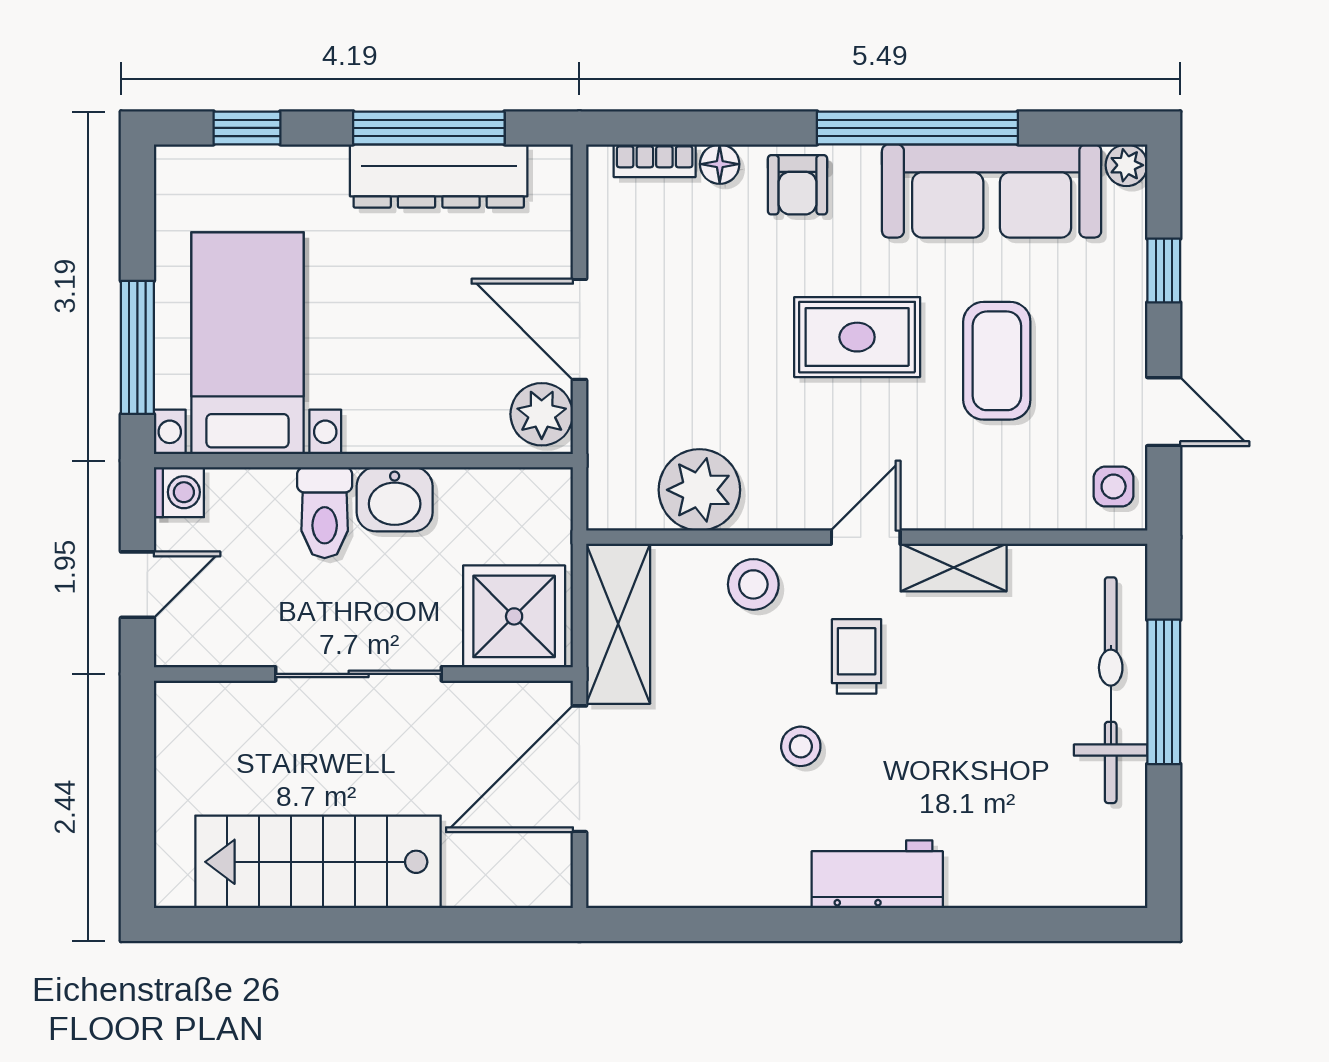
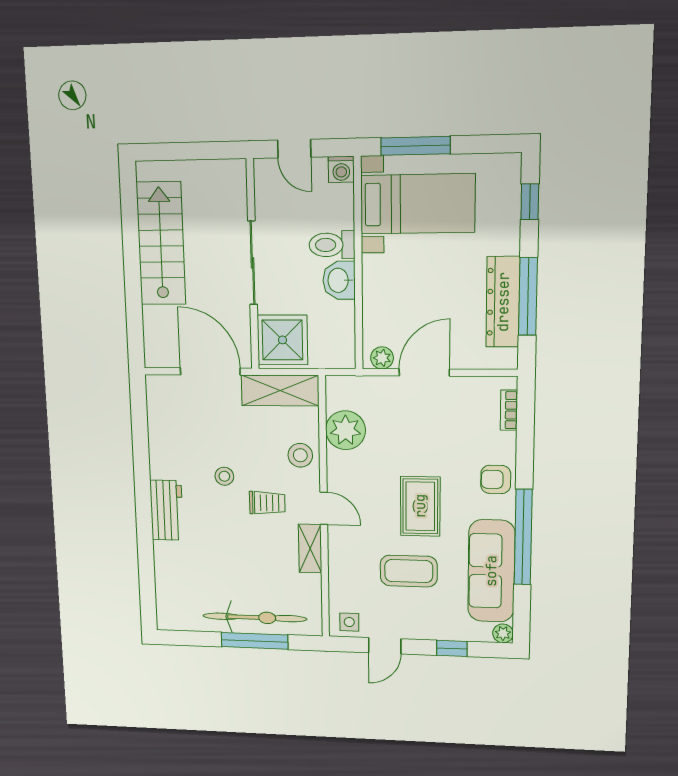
floor lamp: (720, 164) -> (507, 442), removed
plant: (542, 414) -> (382, 358), width x0.73, depth x0.73

